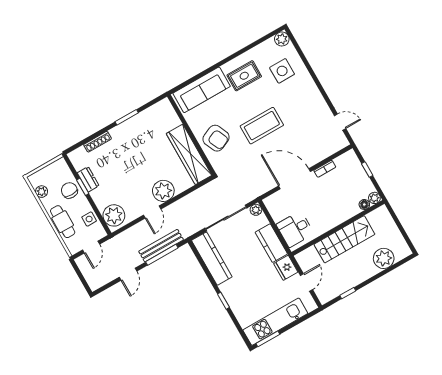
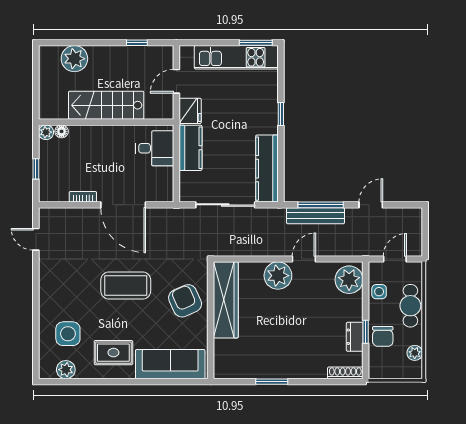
plant: (282, 39) -> (66, 370), moved
shoe rack: (97, 142) -> (345, 373), moved
plant: (256, 210) -> (186, 195), removed

